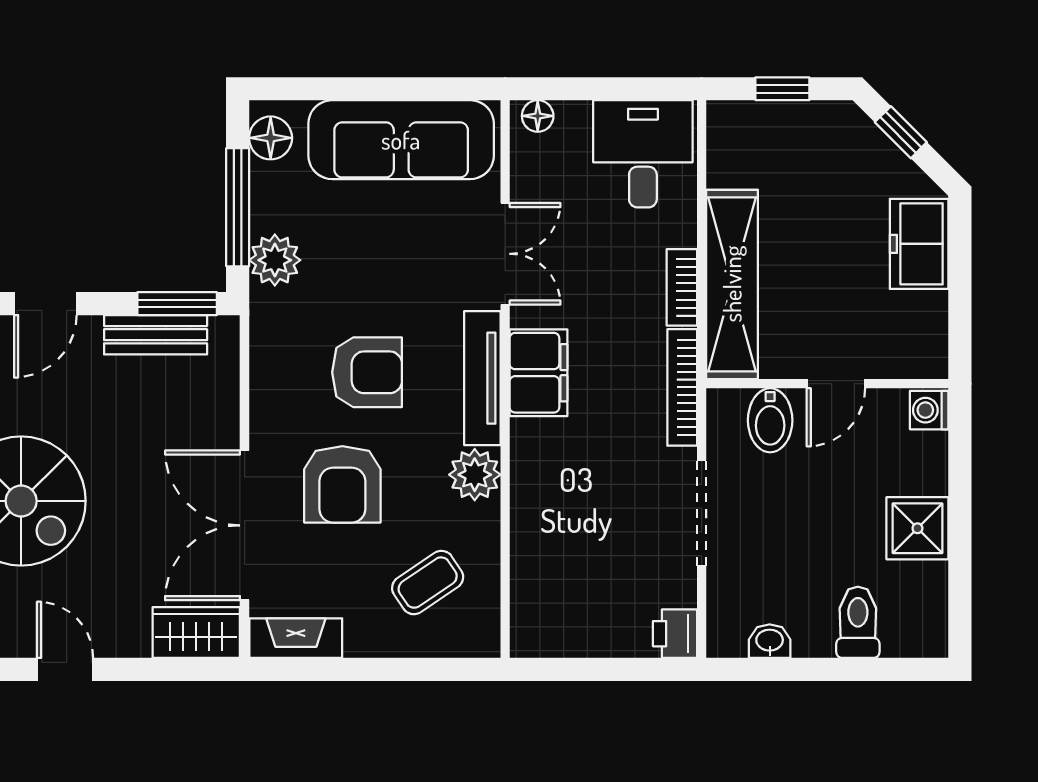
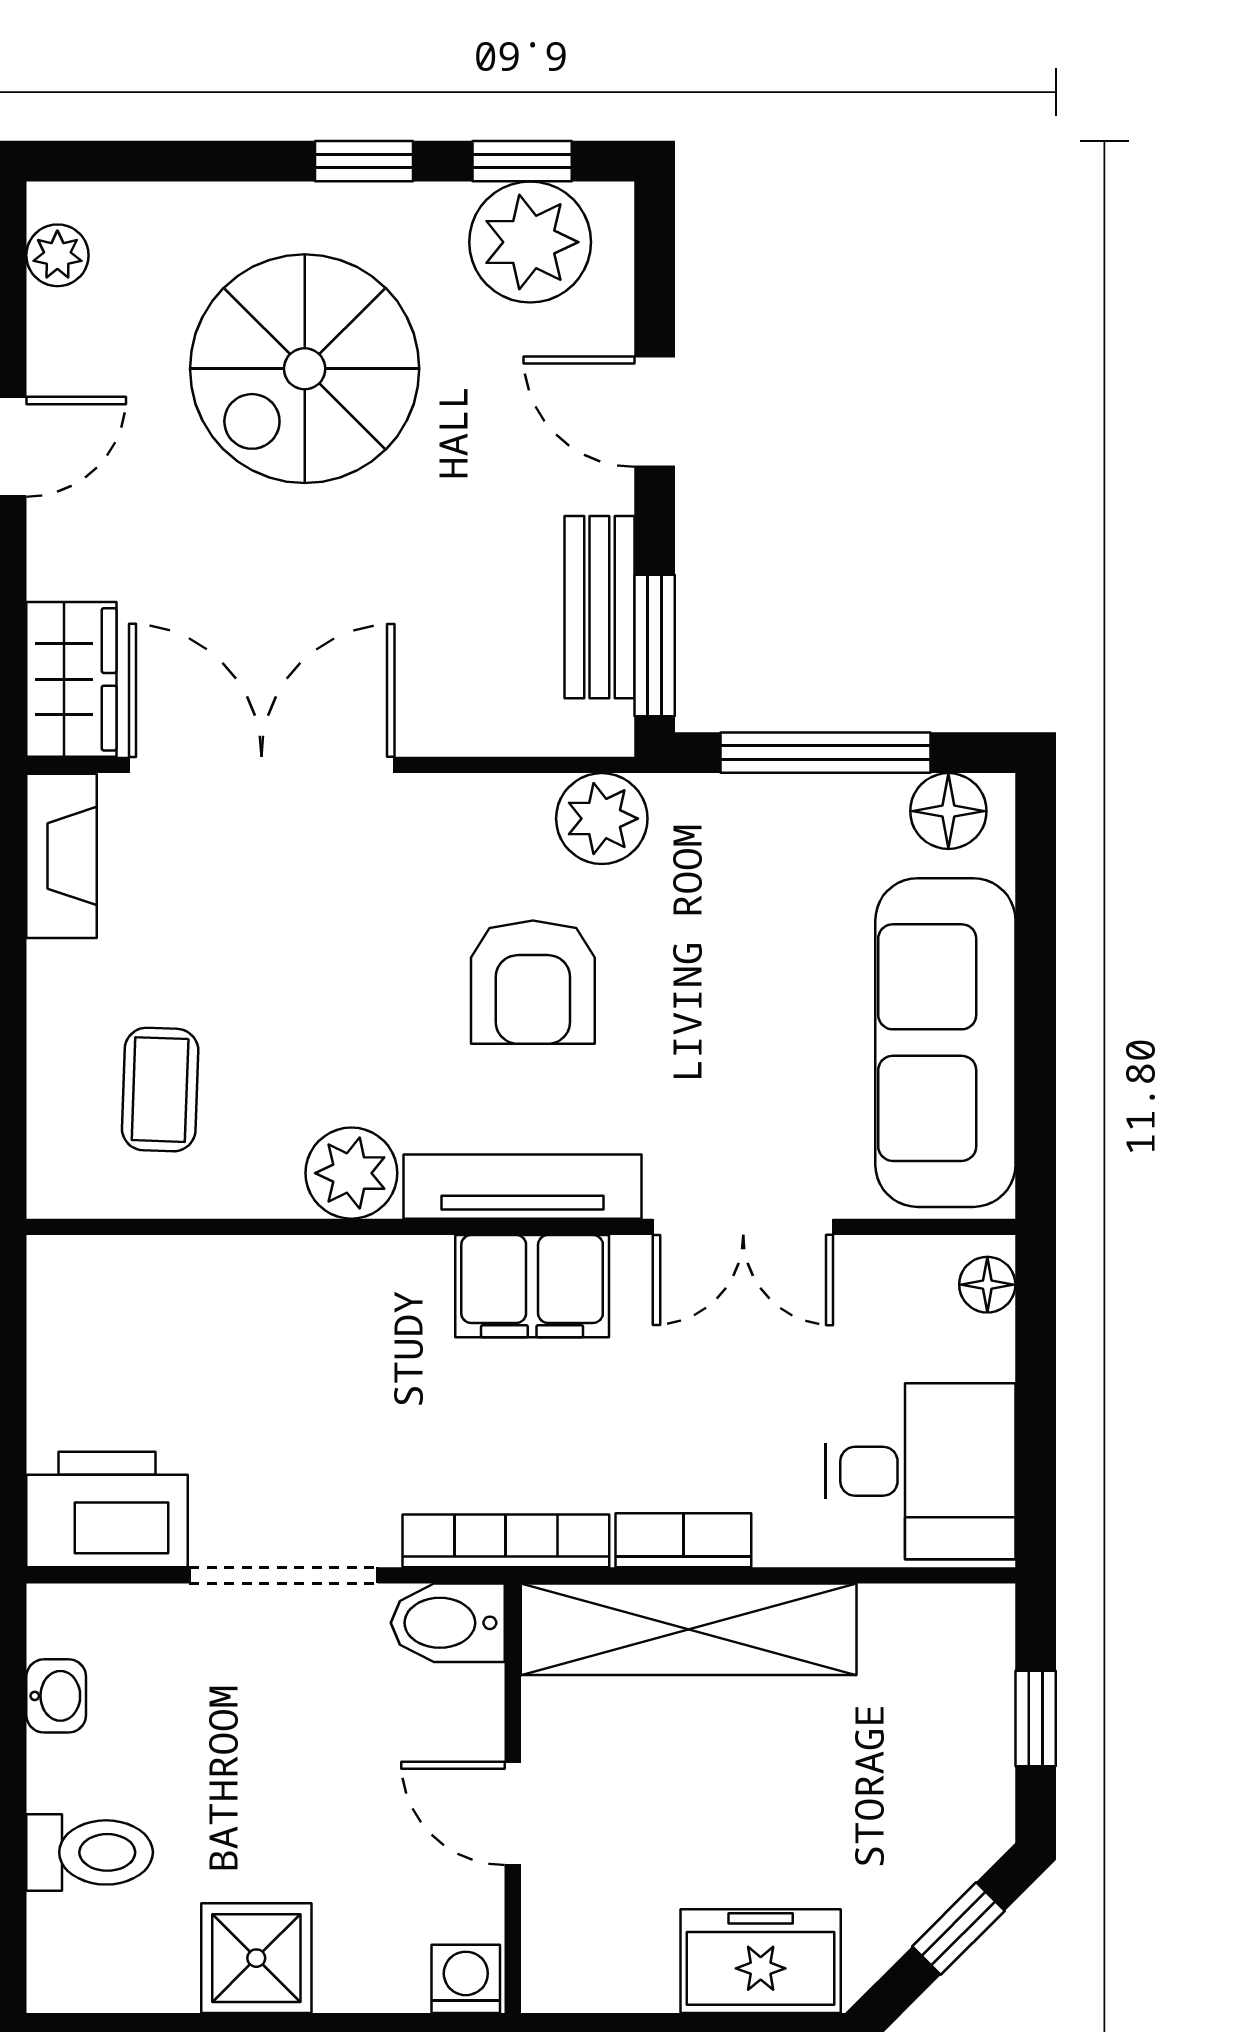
plant: (275, 260) -> (602, 819), moved
bidet: (770, 420) -> (448, 1623), moved
armchair: (342, 484) -> (334, 938), removed
coffee table: (428, 583) -> (160, 1090), turned 36
printer: (675, 634) -> (107, 1509), width x1.87, depth x1.48

